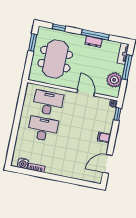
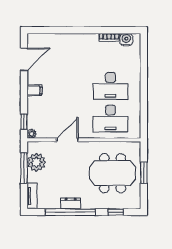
window: (95, 35) -> (70, 212), width x1.46
window: (33, 43) -> (144, 173), moved
meeting table: (55, 59) -> (113, 173), turned 90
window: (127, 67) -> (24, 168), moved
door: (86, 93) -> (67, 140), swing flipped

